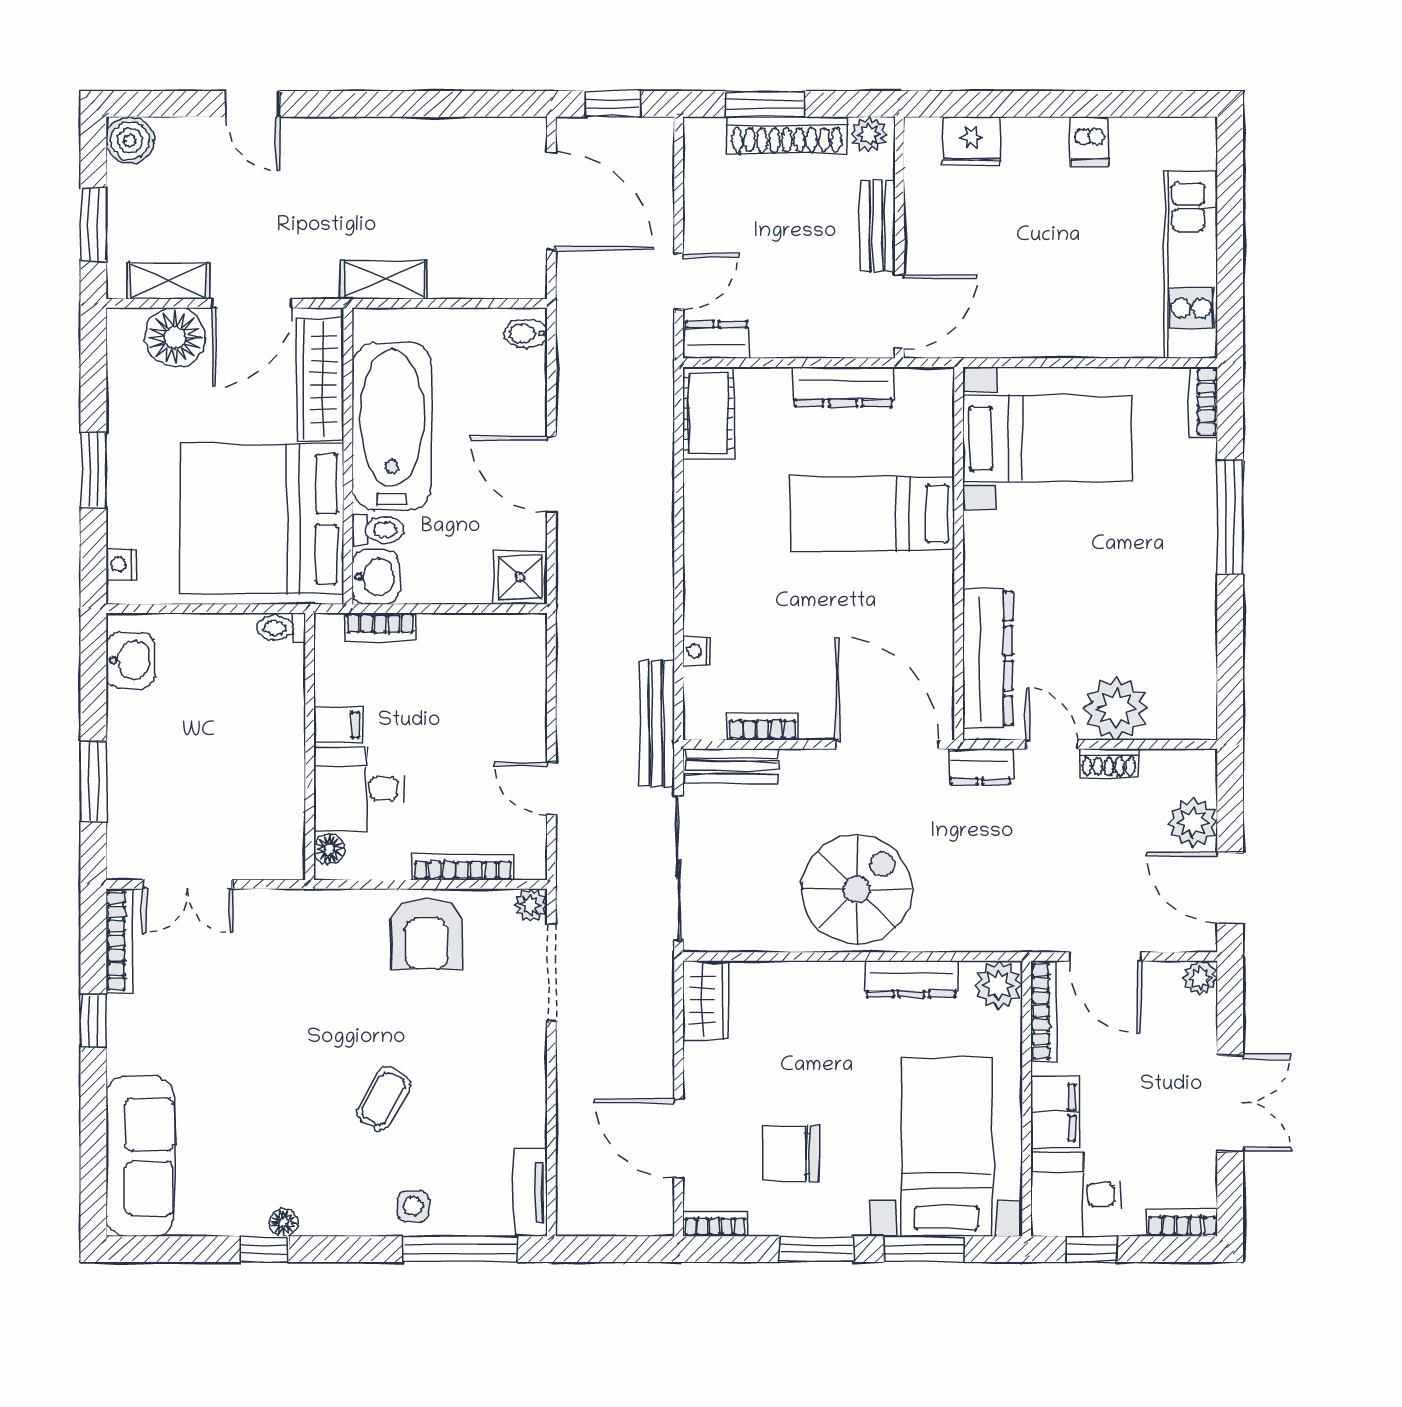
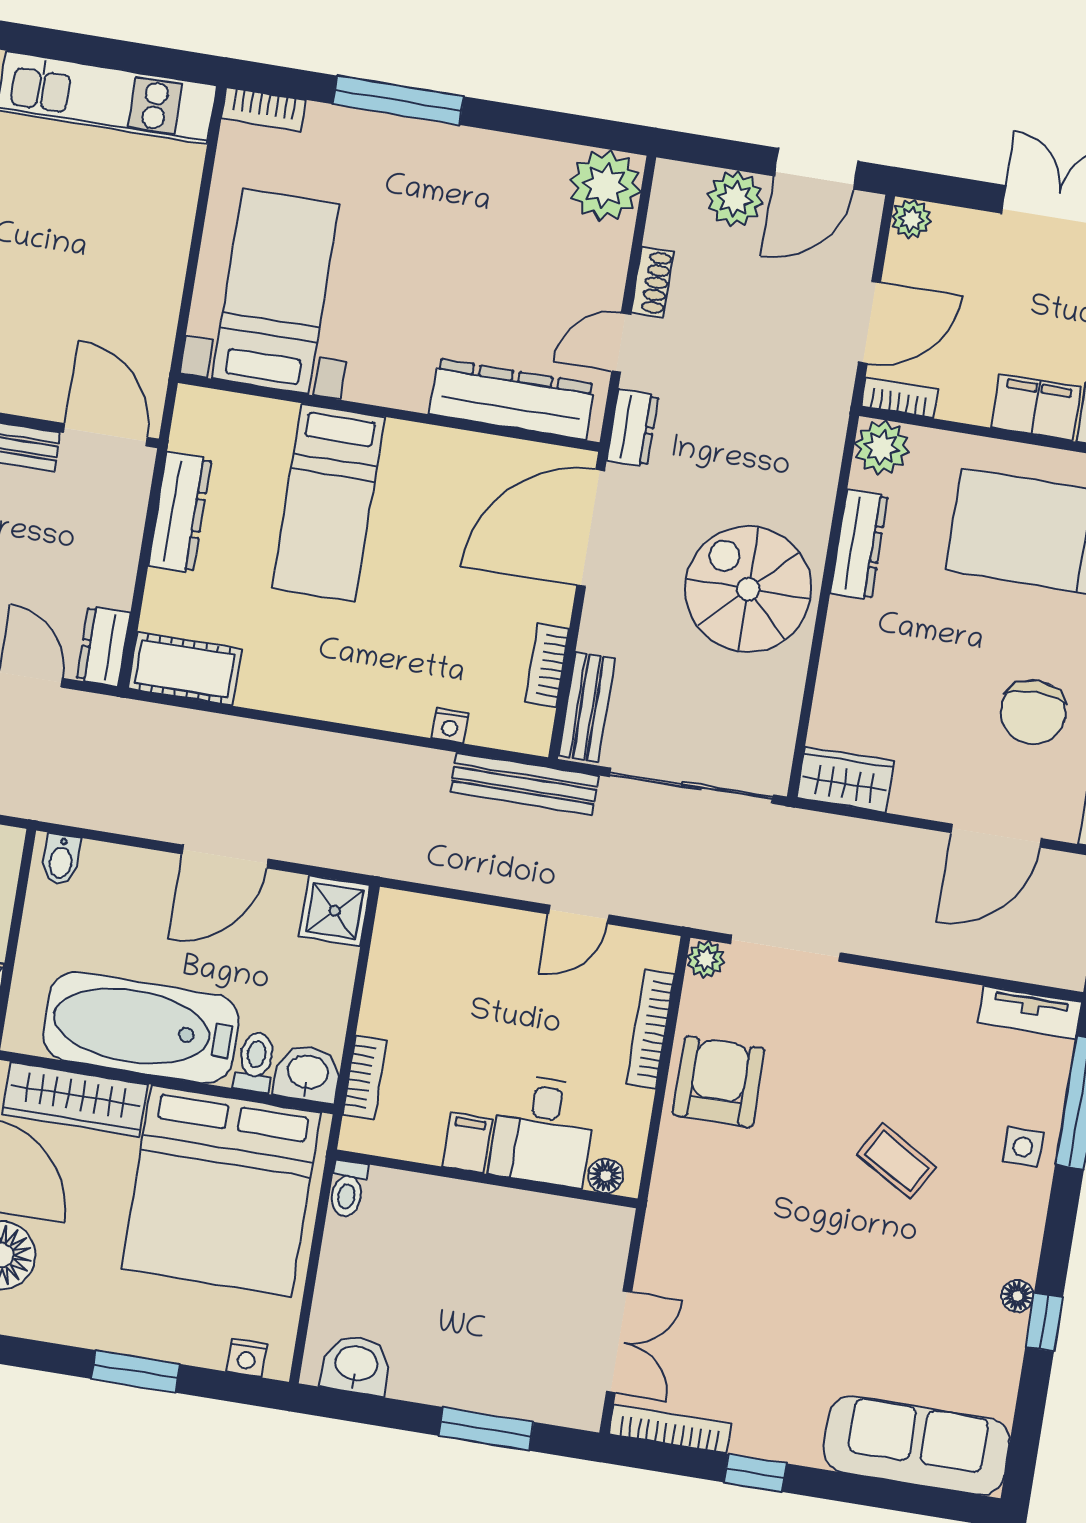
plant: (1116, 708) -> (605, 186), moved
armchair: (427, 934) -> (719, 1082), turned -90
bookcase: (1044, 1011) -> (899, 398), width x0.64

